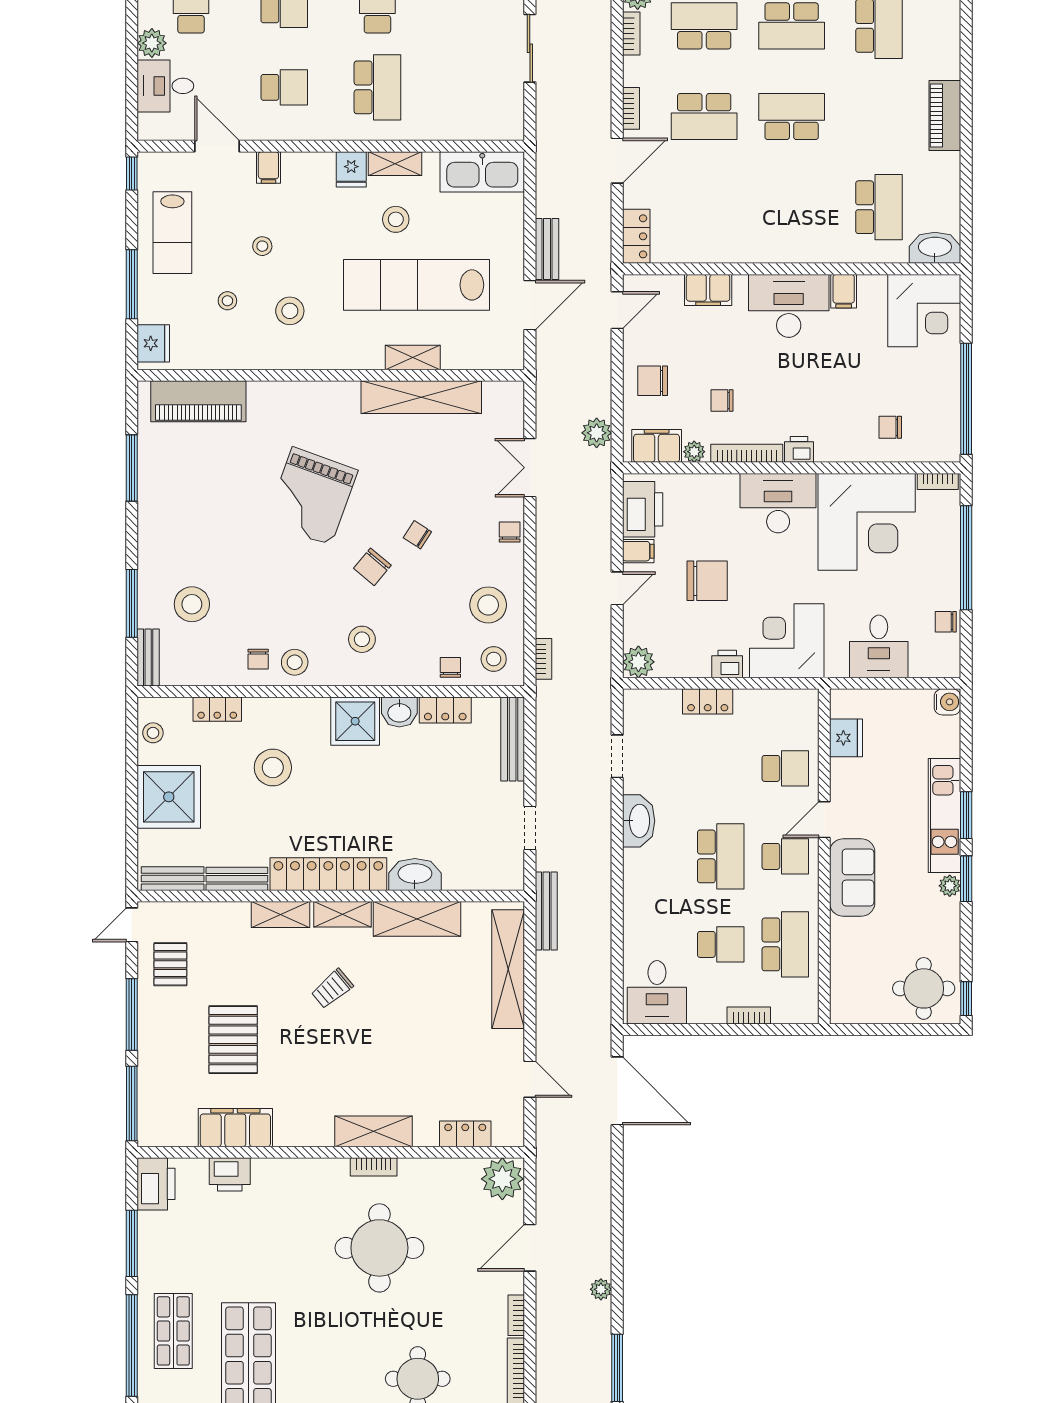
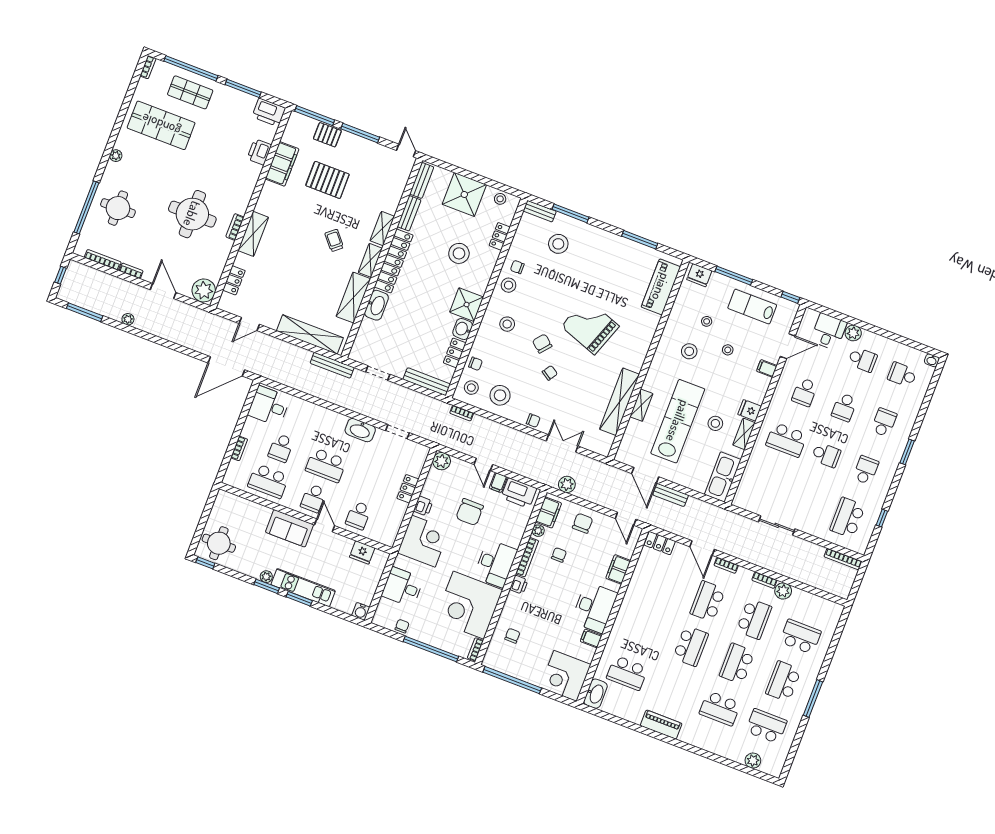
pallet: (170, 964) -> (327, 135), moved

